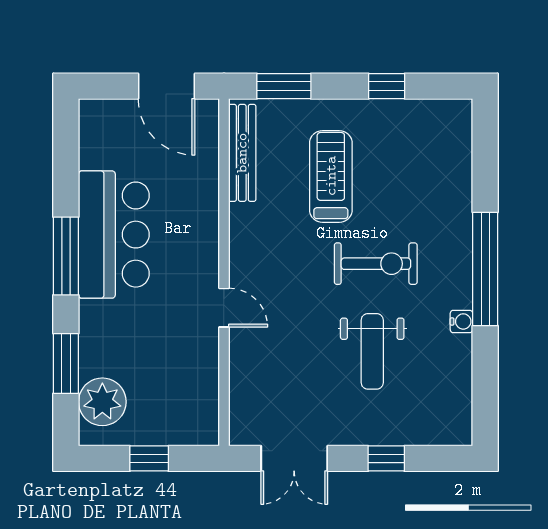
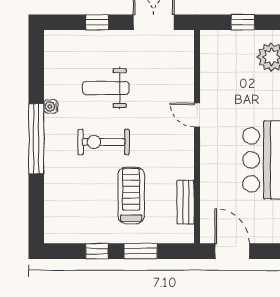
window: (284, 86) -> (141, 251), moved
bench: (242, 153) -> (186, 202), width x0.73
treadmill: (331, 176) -> (131, 196), turned 180
weight bench: (372, 351) -> (106, 88), turned -90

